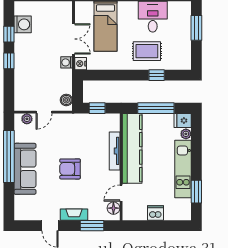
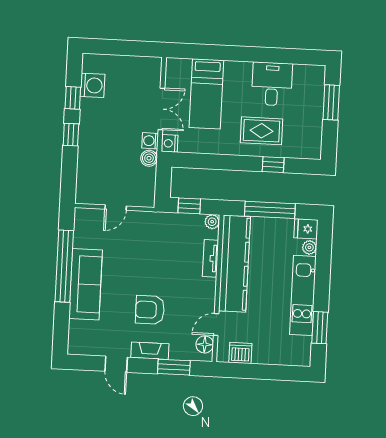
boiler: (66, 100) -> (149, 158), moved
plant: (27, 119) -> (212, 222), moved
tv unit: (115, 151) -> (211, 258), width x0.71
armchair: (70, 169) -> (150, 310), moved
dishwasher: (155, 213) -> (240, 353), moved

